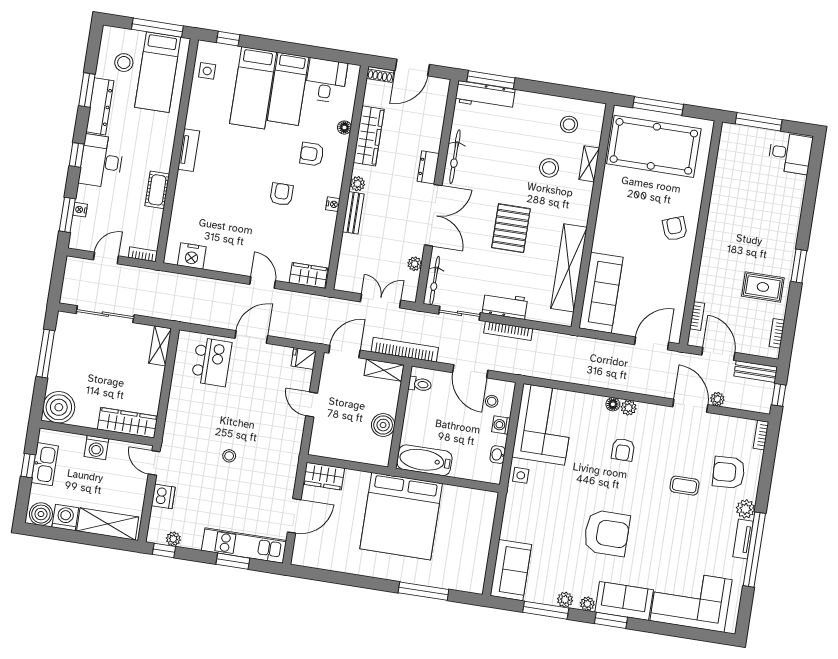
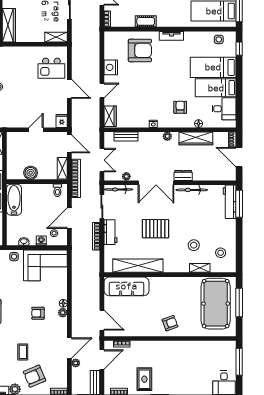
armchair: (282, 194) -> (140, 50), moved, width x1.88, depth x1.88
bench: (353, 213) -> (126, 136), moved
nightstand: (192, 256) -> (111, 67), moved
armchair: (729, 472) -> (34, 376), turned -110

